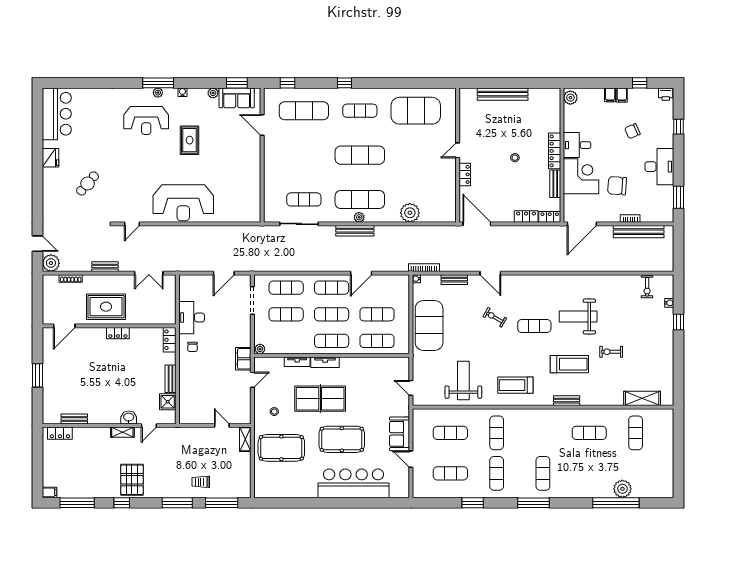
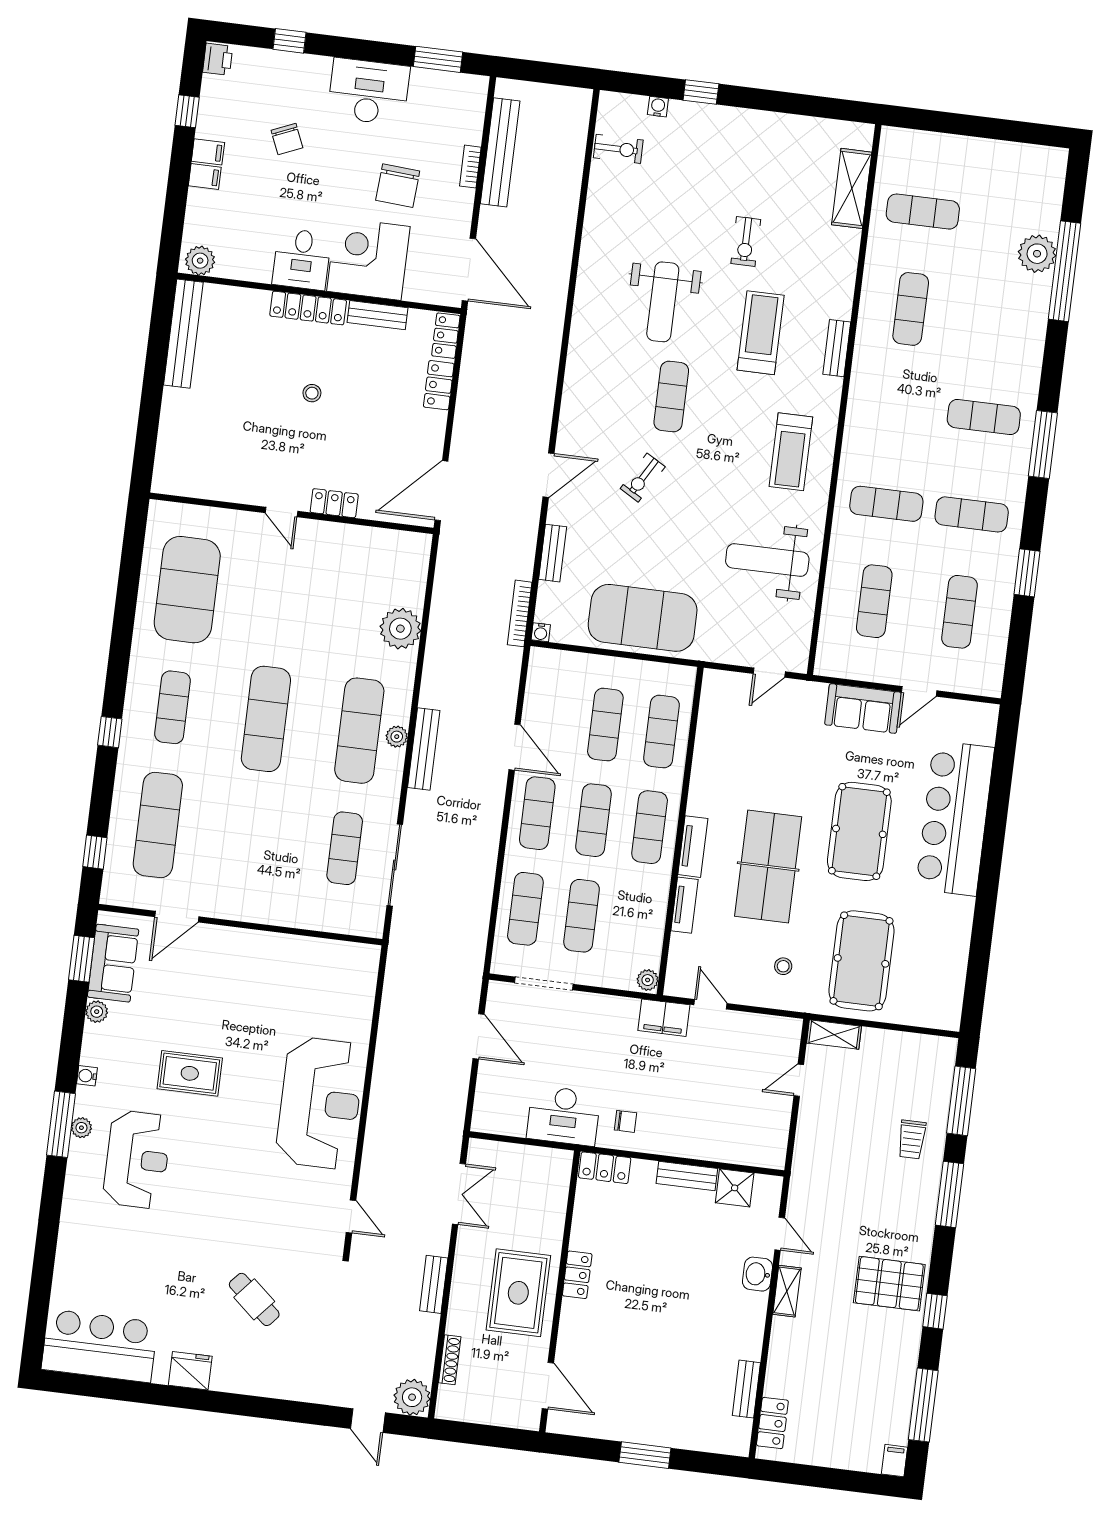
bench: (503, 94) -> (183, 334), moved
door: (37, 244) -> (368, 1421), swing flipped

